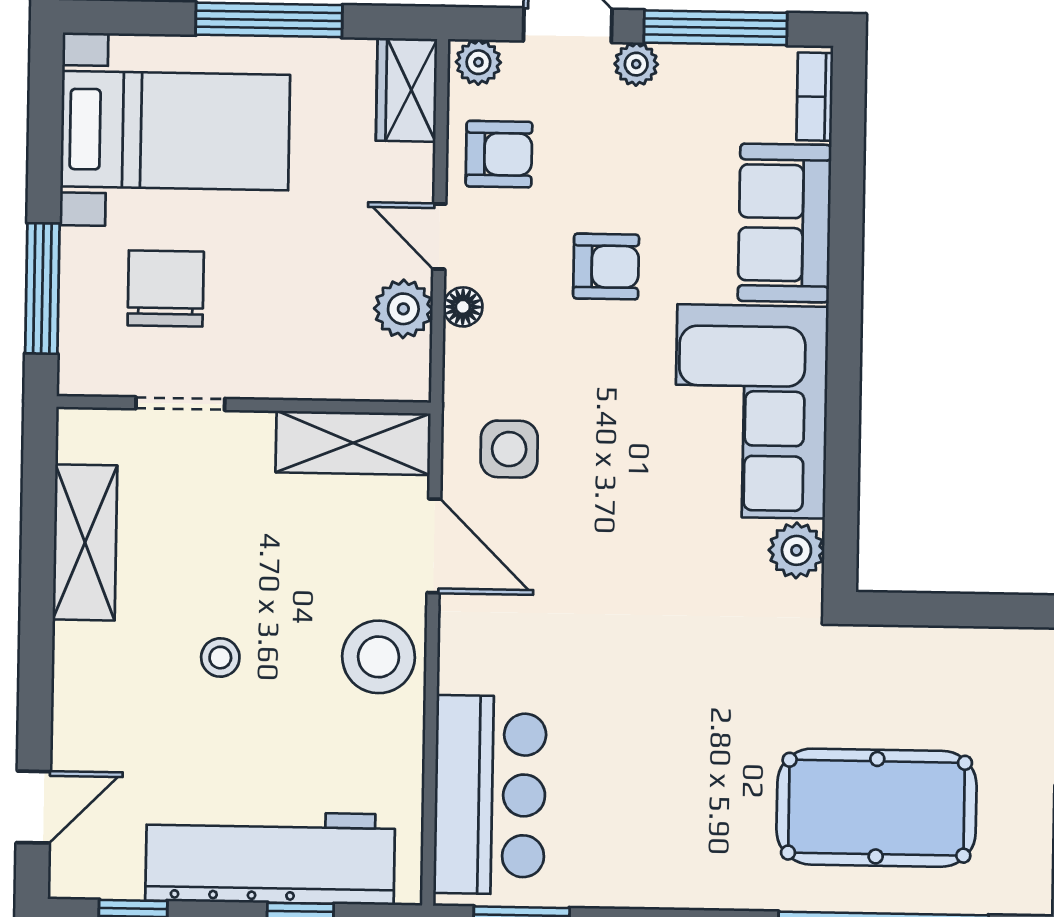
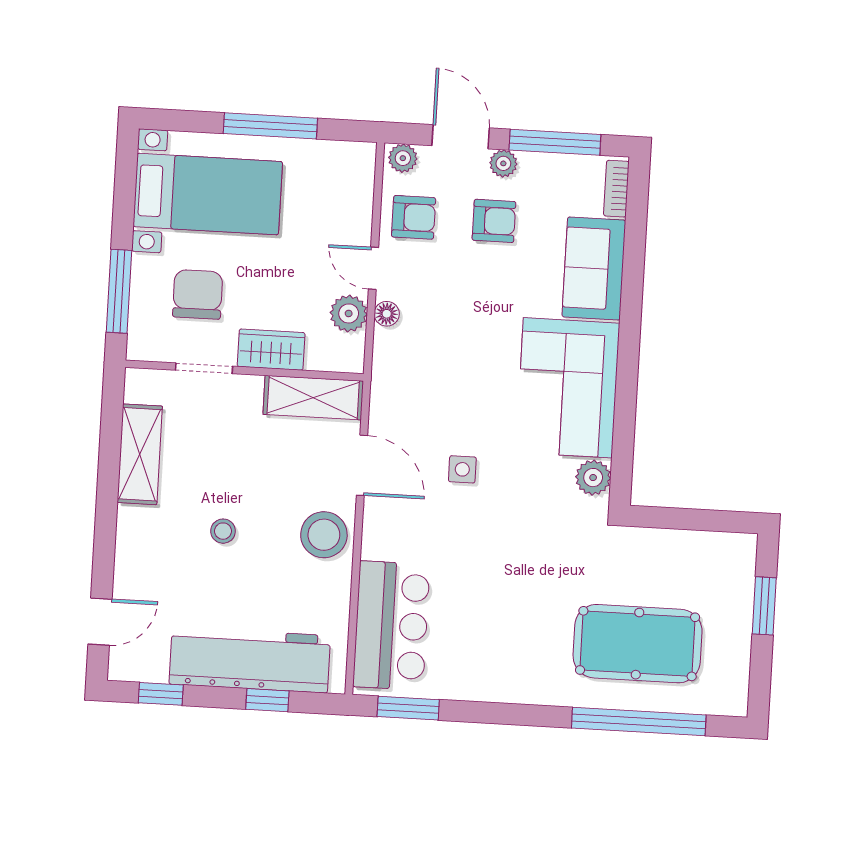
wardrobe: (407, 90) -> (271, 350), moved, turned 90
armchair: (606, 267) -> (494, 221), moved
side table: (509, 449) -> (462, 469), moved, width x0.73, depth x0.73

